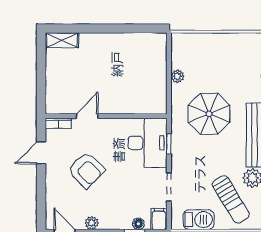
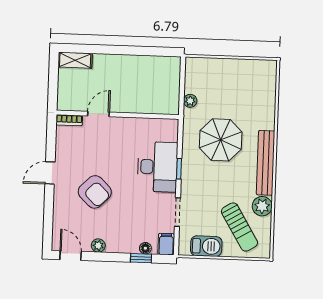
door: (87, 116) -> (99, 114), moved
wall: (106, 116) -> (118, 115), moved
bookcase: (58, 123) -> (69, 120), moved

